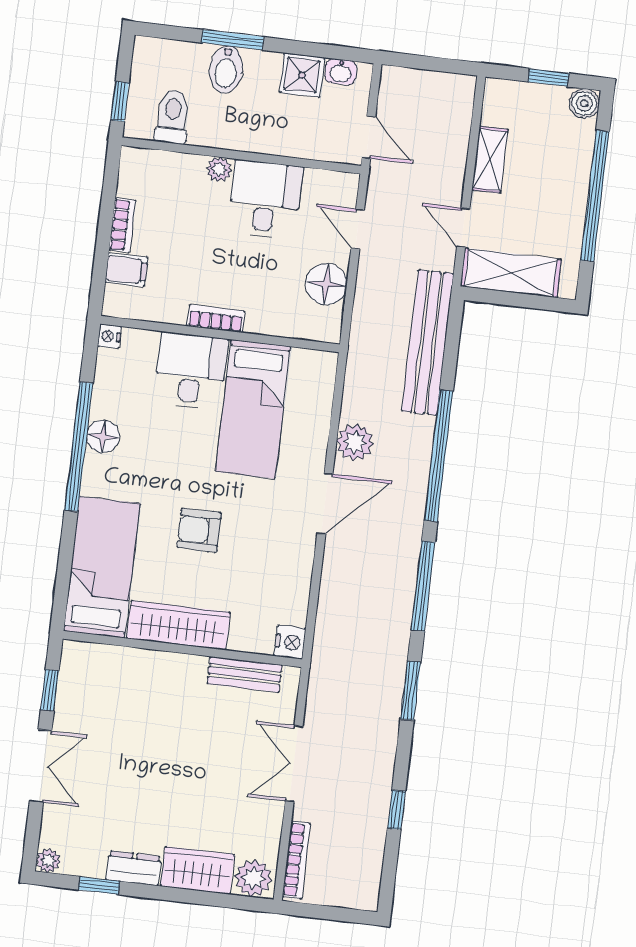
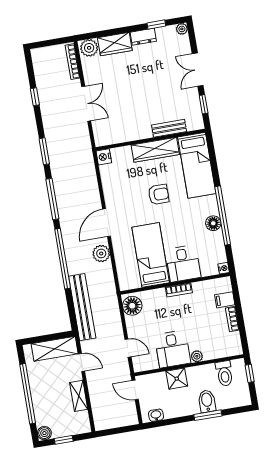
shower: (302, 75) -> (177, 379), moved
floor lamp: (326, 284) -> (132, 306), moved
bench: (245, 674) -> (169, 128), moved

